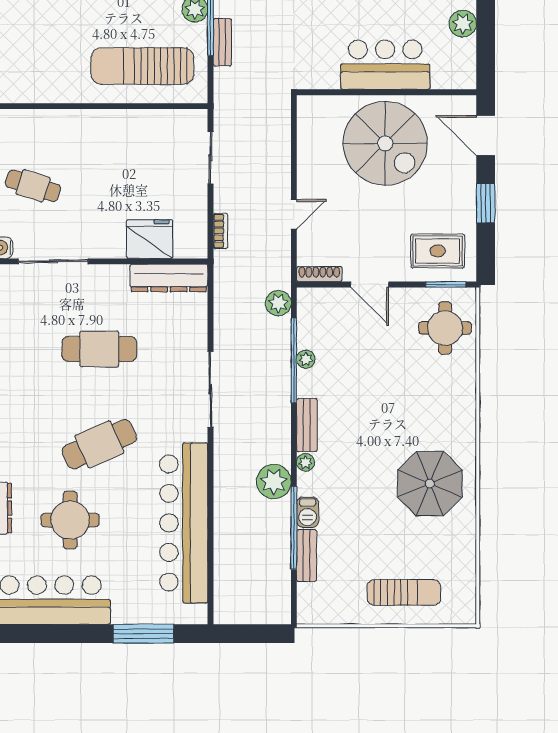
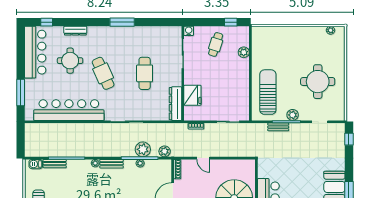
plant: (51, 121) -> (244, 52), added
plant: (274, 482) -> (143, 149), moved
barbecue: (308, 512) -> (36, 164), moved

